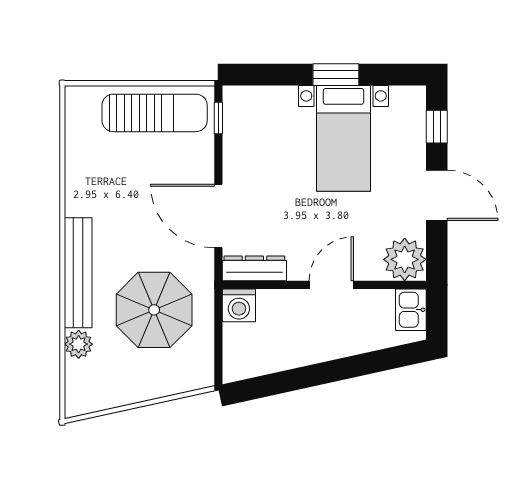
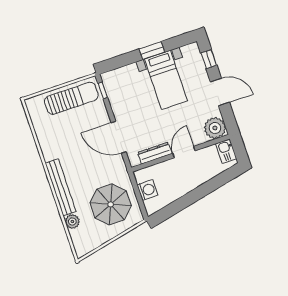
dresser: (254, 268) -> (155, 153), moved
washing machine: (239, 305) -> (147, 190), moved, turned -90
parasol: (154, 310) -> (111, 204), moved

